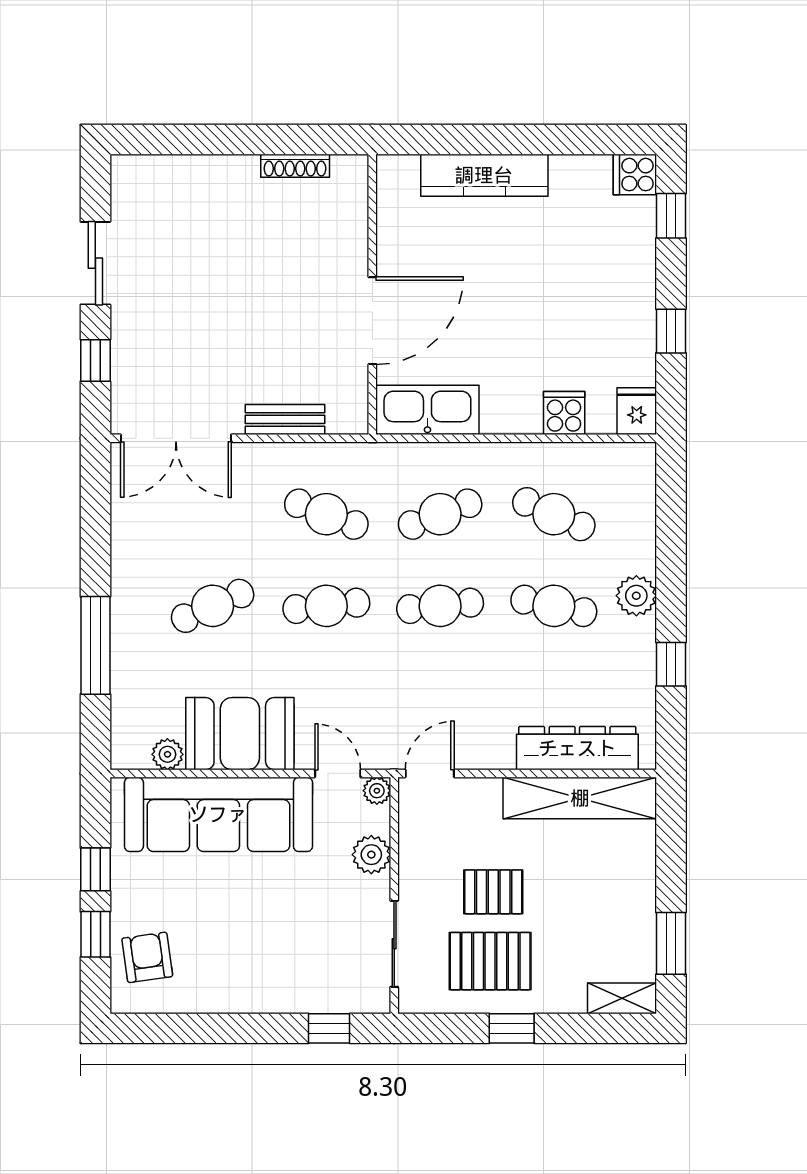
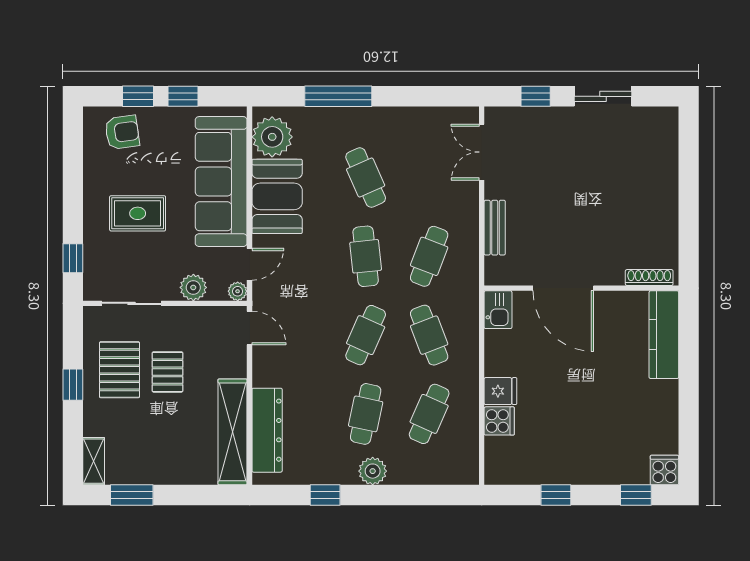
shoe rack: (295, 166) -> (649, 278), moved, turned 90
kitchen counter: (484, 175) -> (664, 335), moved
kitchen sink: (427, 410) -> (498, 310), width x0.53, depth x0.81
fridge: (637, 411) -> (500, 391), moved
double door: (176, 438) -> (482, 152), width x0.73
cafe table: (440, 606) -> (366, 335), turned 30
plant: (167, 754) -> (272, 137), width x1.87, depth x1.87
rug: (264, 935) -> (138, 213), added

